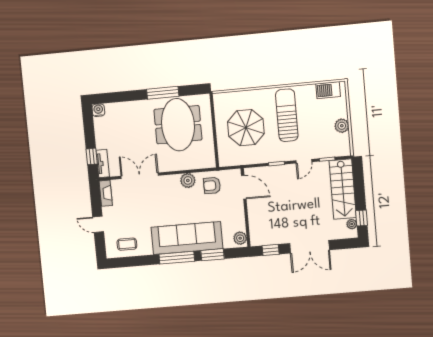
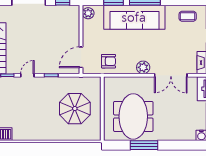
sun lounger: (287, 115) -> (39, 116), removed
plant: (188, 180) -> (143, 67), moved
door: (244, 187) -> (81, 57), hinge flipped

